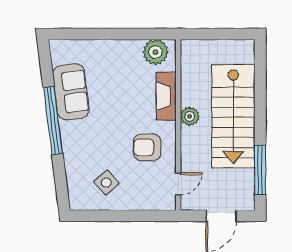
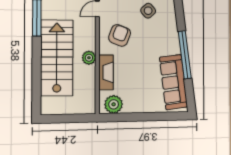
sofa: (71, 92) -> (174, 82), width x1.36
armchair: (147, 147) -> (120, 35), turned -69

